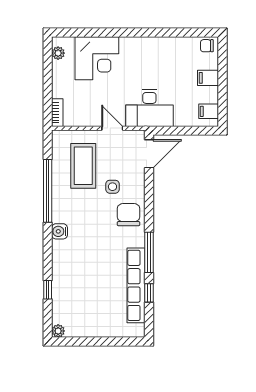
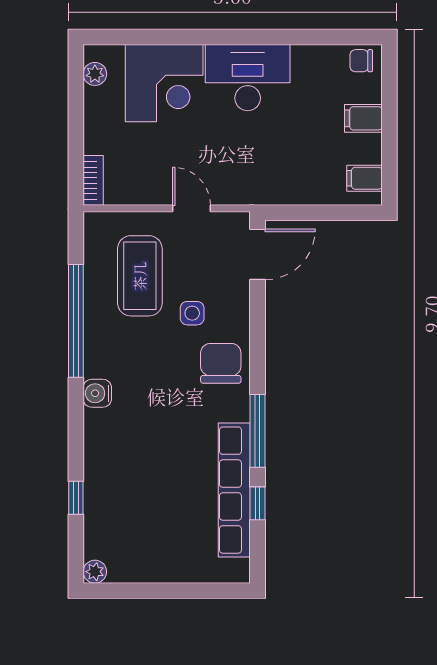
desk: (149, 108) -> (248, 78), moved, turned 180

